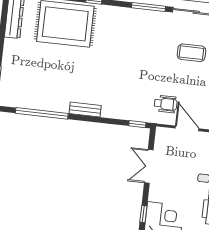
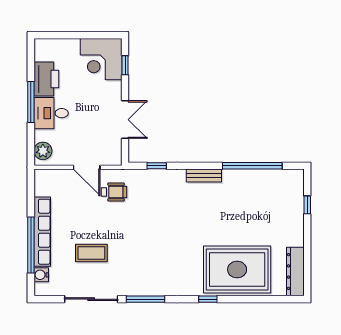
wheelchair: (166, 104) -> (114, 192), turned 180
window: (137, 124) -> (157, 166), moved

